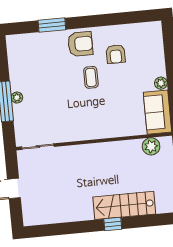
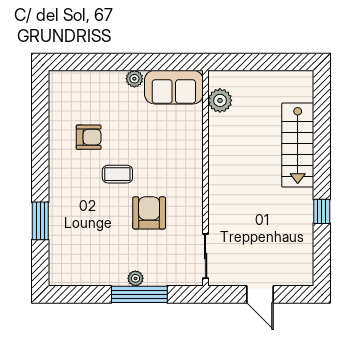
armchair: (80, 44) -> (149, 213), moved
window: (113, 224) -> (322, 211), moved

